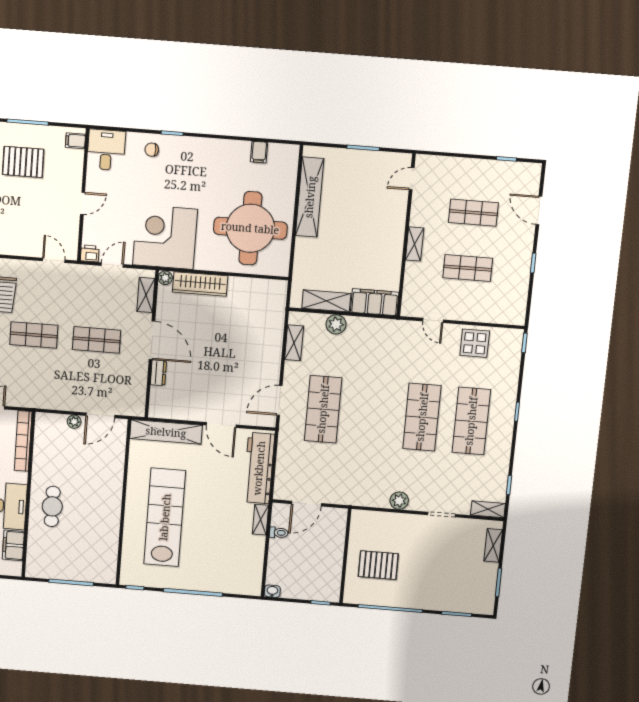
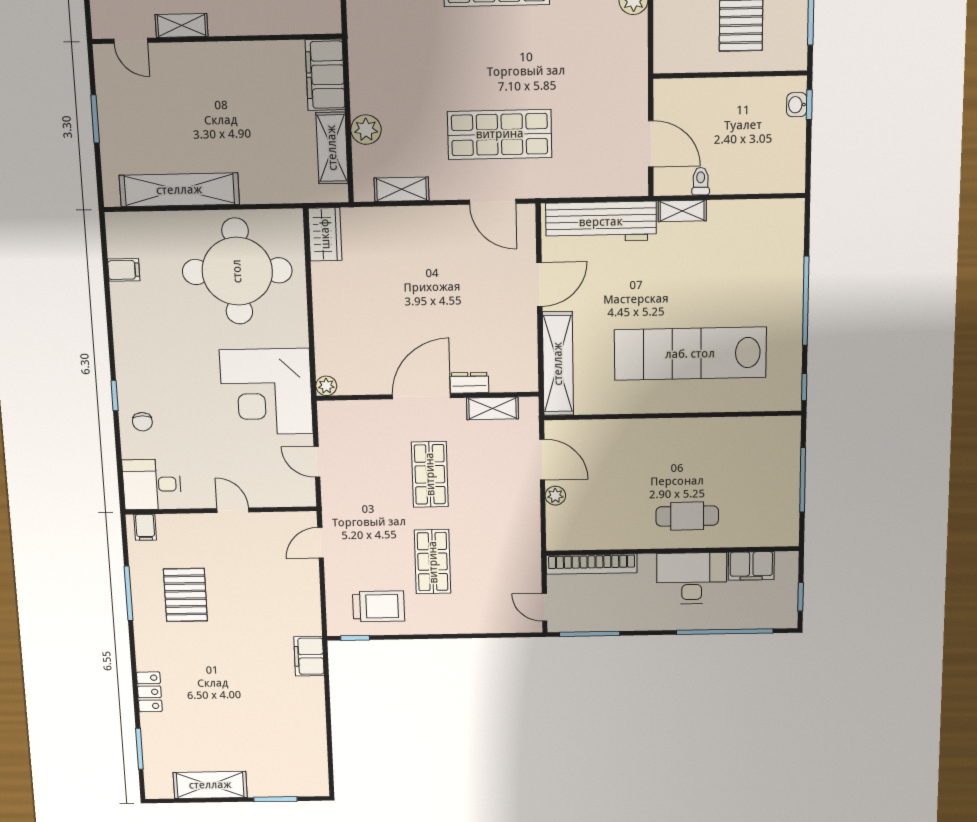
shelving: (415, 244) -> (182, 25), moved
printer: (90, 253) -> (304, 494), removed
wardrobe: (200, 284) -> (325, 234), moved, width x0.67
shelving: (146, 295) -> (493, 408), moved
washbasin: (272, 591) -> (797, 105), moved

